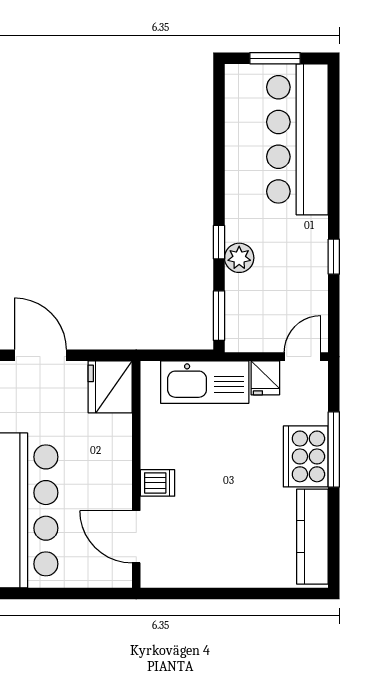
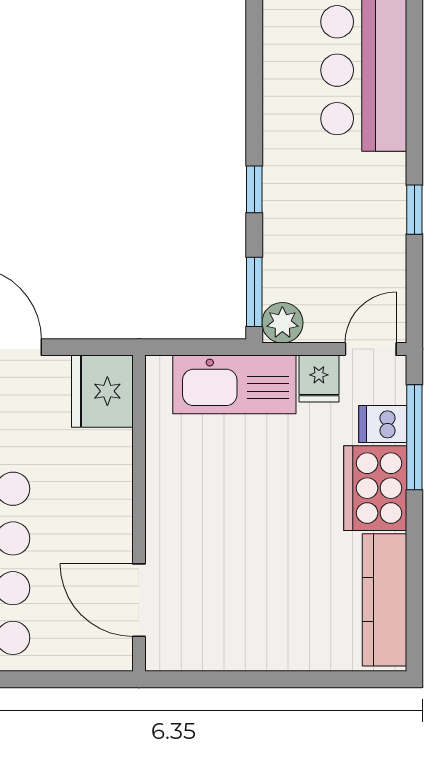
plant: (239, 258) -> (282, 323), moved
window: (334, 449) -> (414, 437), moved
dishwasher: (158, 483) -> (383, 424), moved, turned 180

